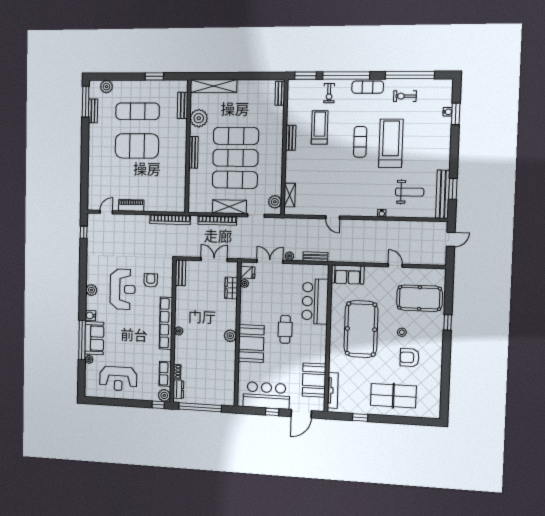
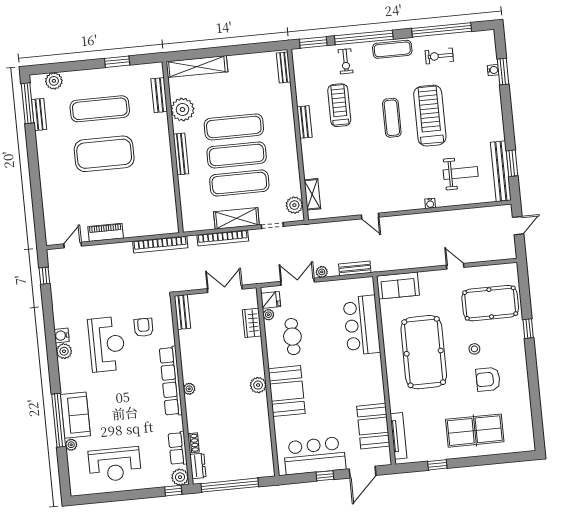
water cooler: (90, 316) -> (62, 335), moved
cafe table: (285, 329) -> (292, 337), moved

